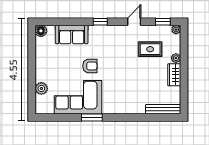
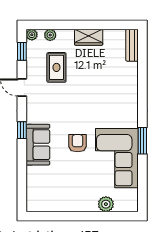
floor lamp: (41, 31) -> (33, 205), removed
sofa: (72, 34) -> (38, 145), moved
plant: (176, 58) -> (50, 35), moved
bench: (163, 109) -> (132, 45), width x0.73

